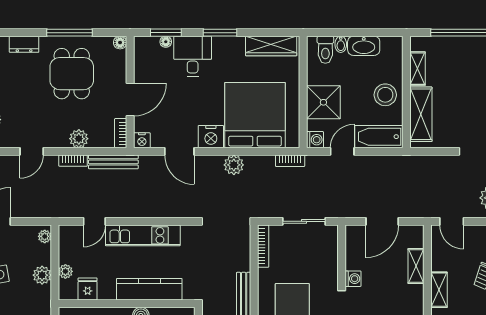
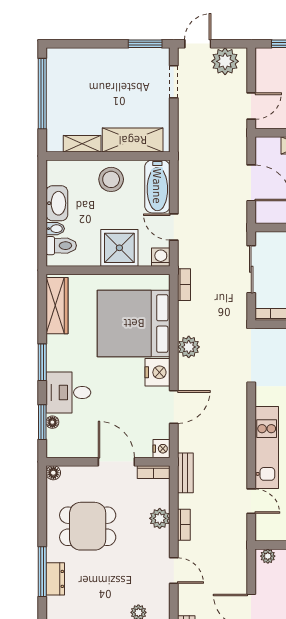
window: (70, 33) -> (42, 572), moved
bench: (113, 162) -> (185, 473), width x0.73

